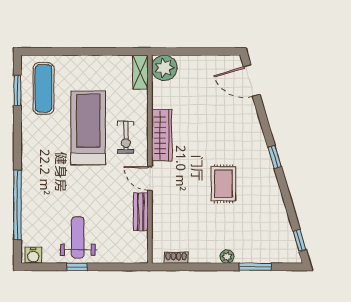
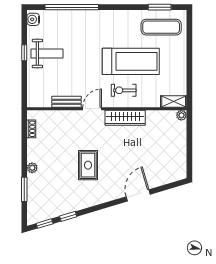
plant: (164, 68) -> (181, 115), width x0.53, depth x0.53
door: (252, 81) -> (138, 195), moved
window: (275, 157) -> (68, 216), moved
rug: (223, 184) -> (88, 165), turned 90

